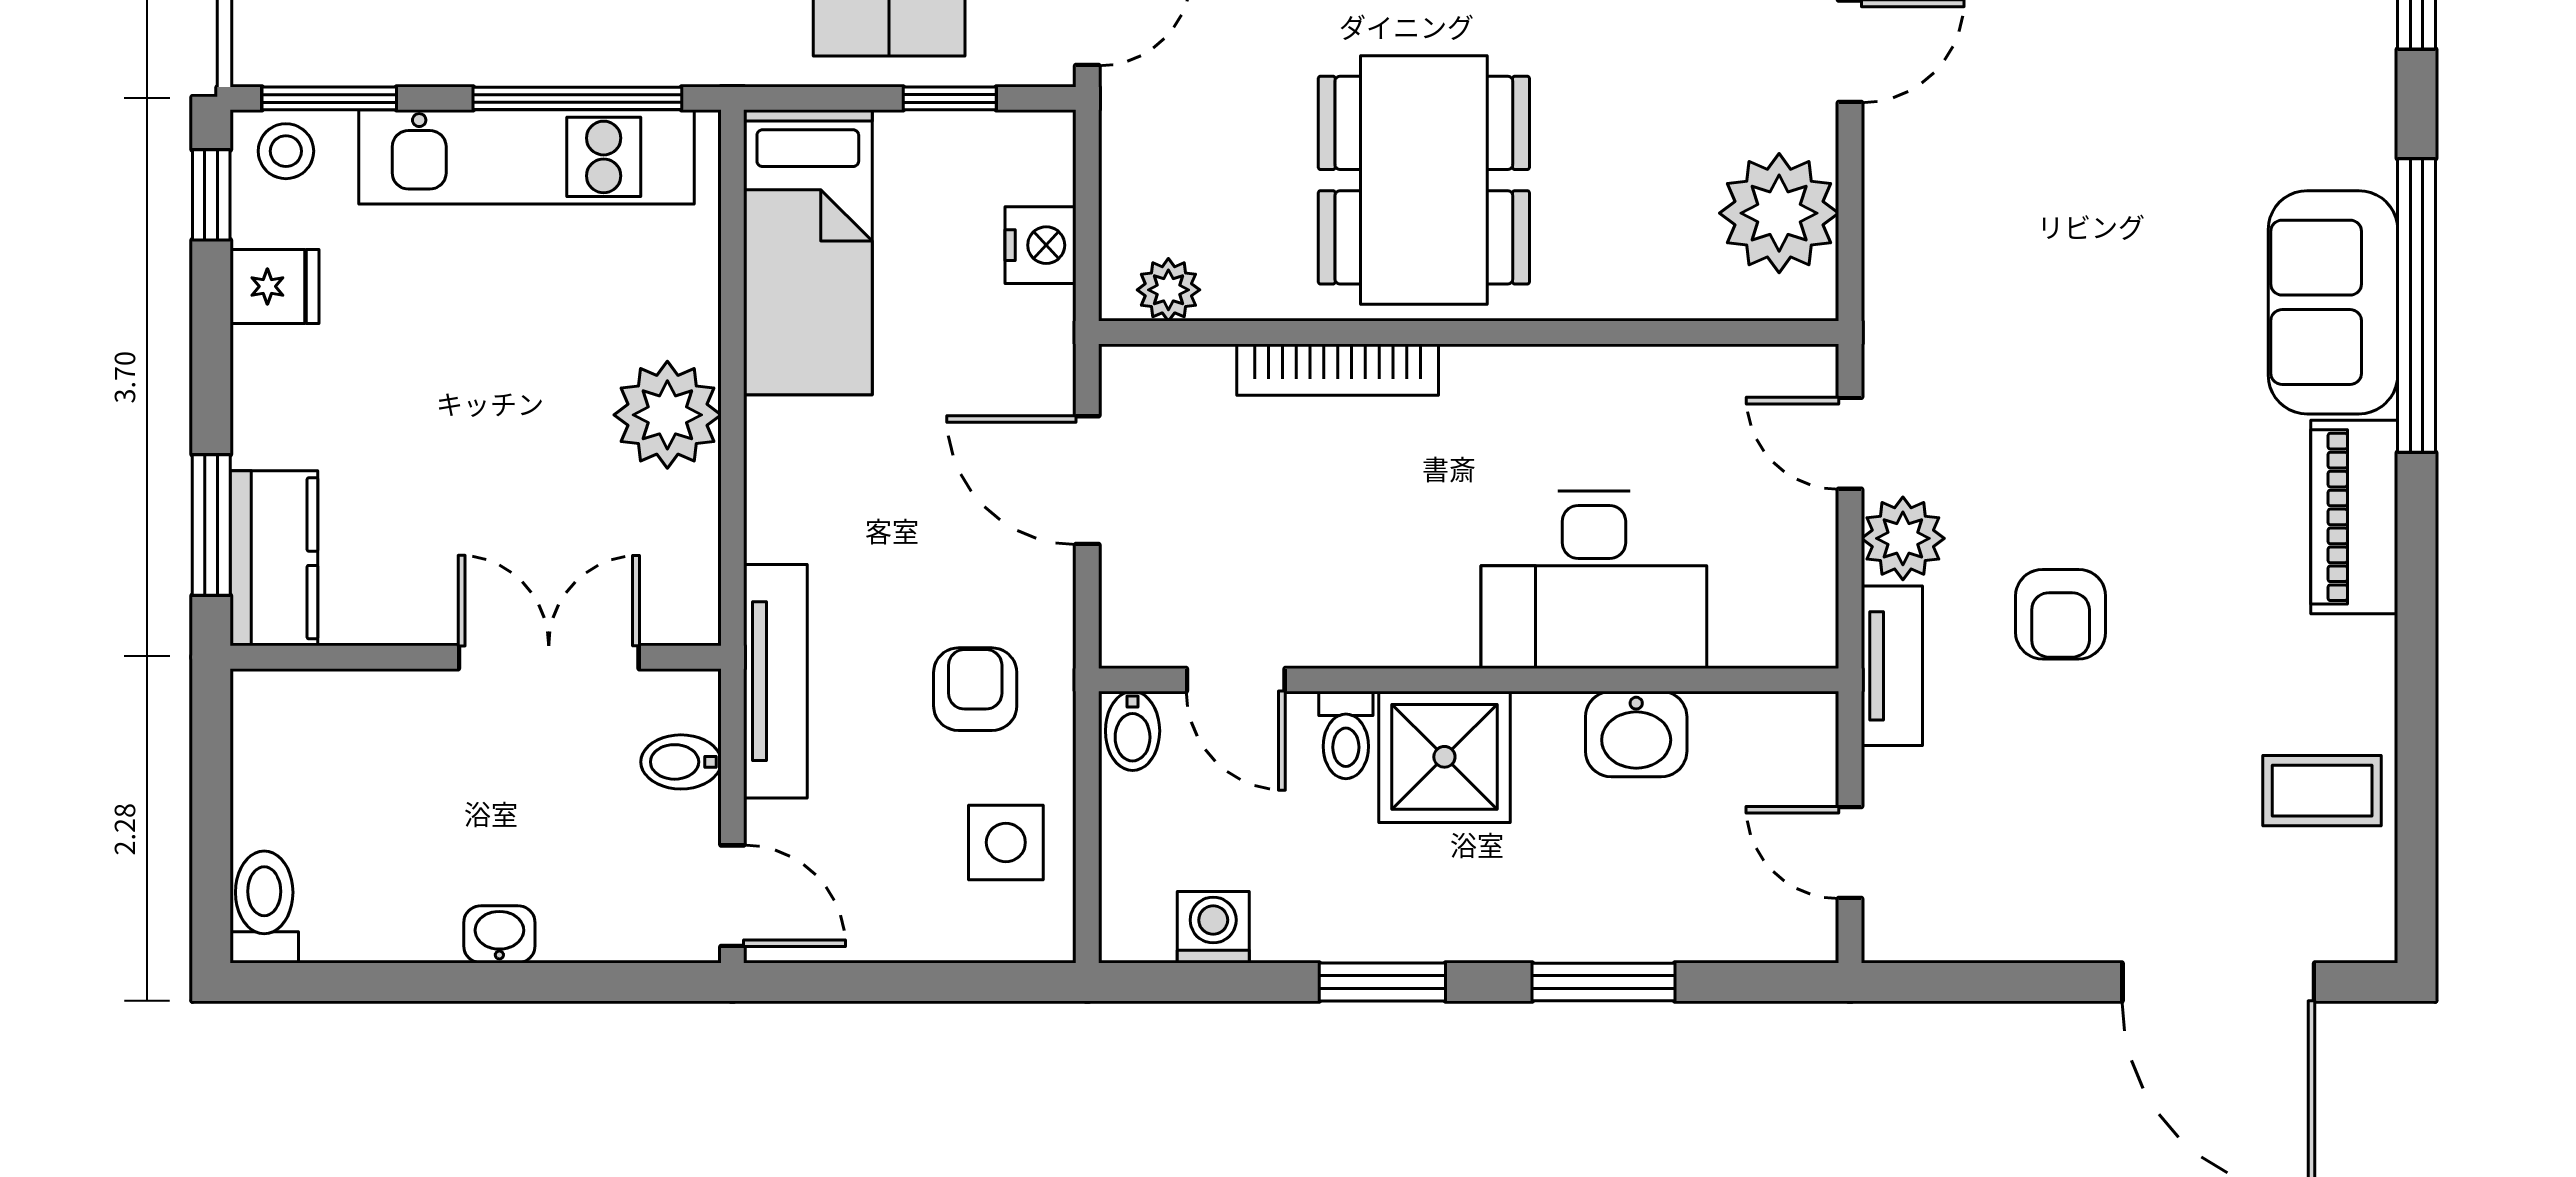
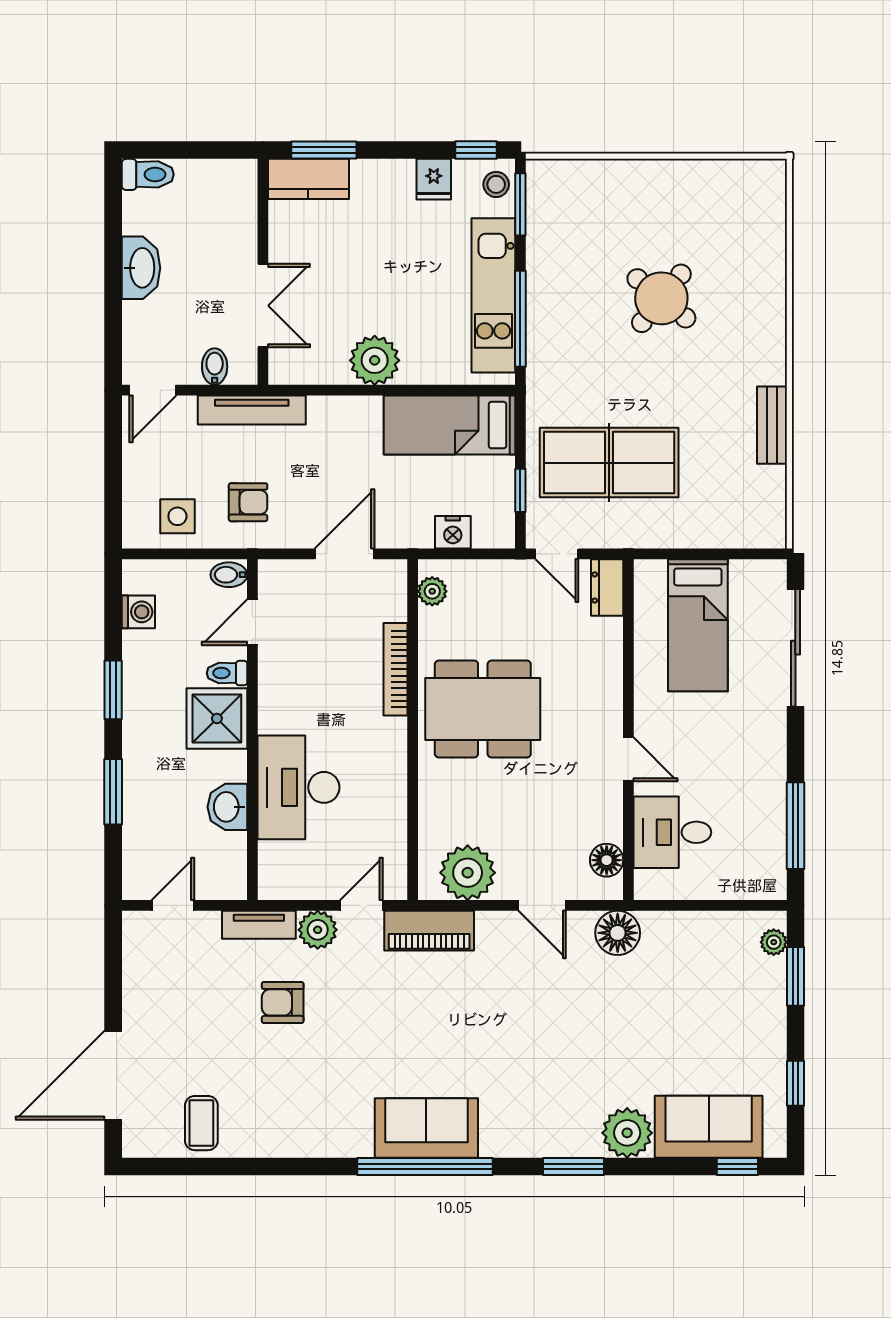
piano: (2354, 517) -> (429, 931), moved, turned 180
washbasin: (499, 934) -> (141, 268), width x1.91, depth x1.45

